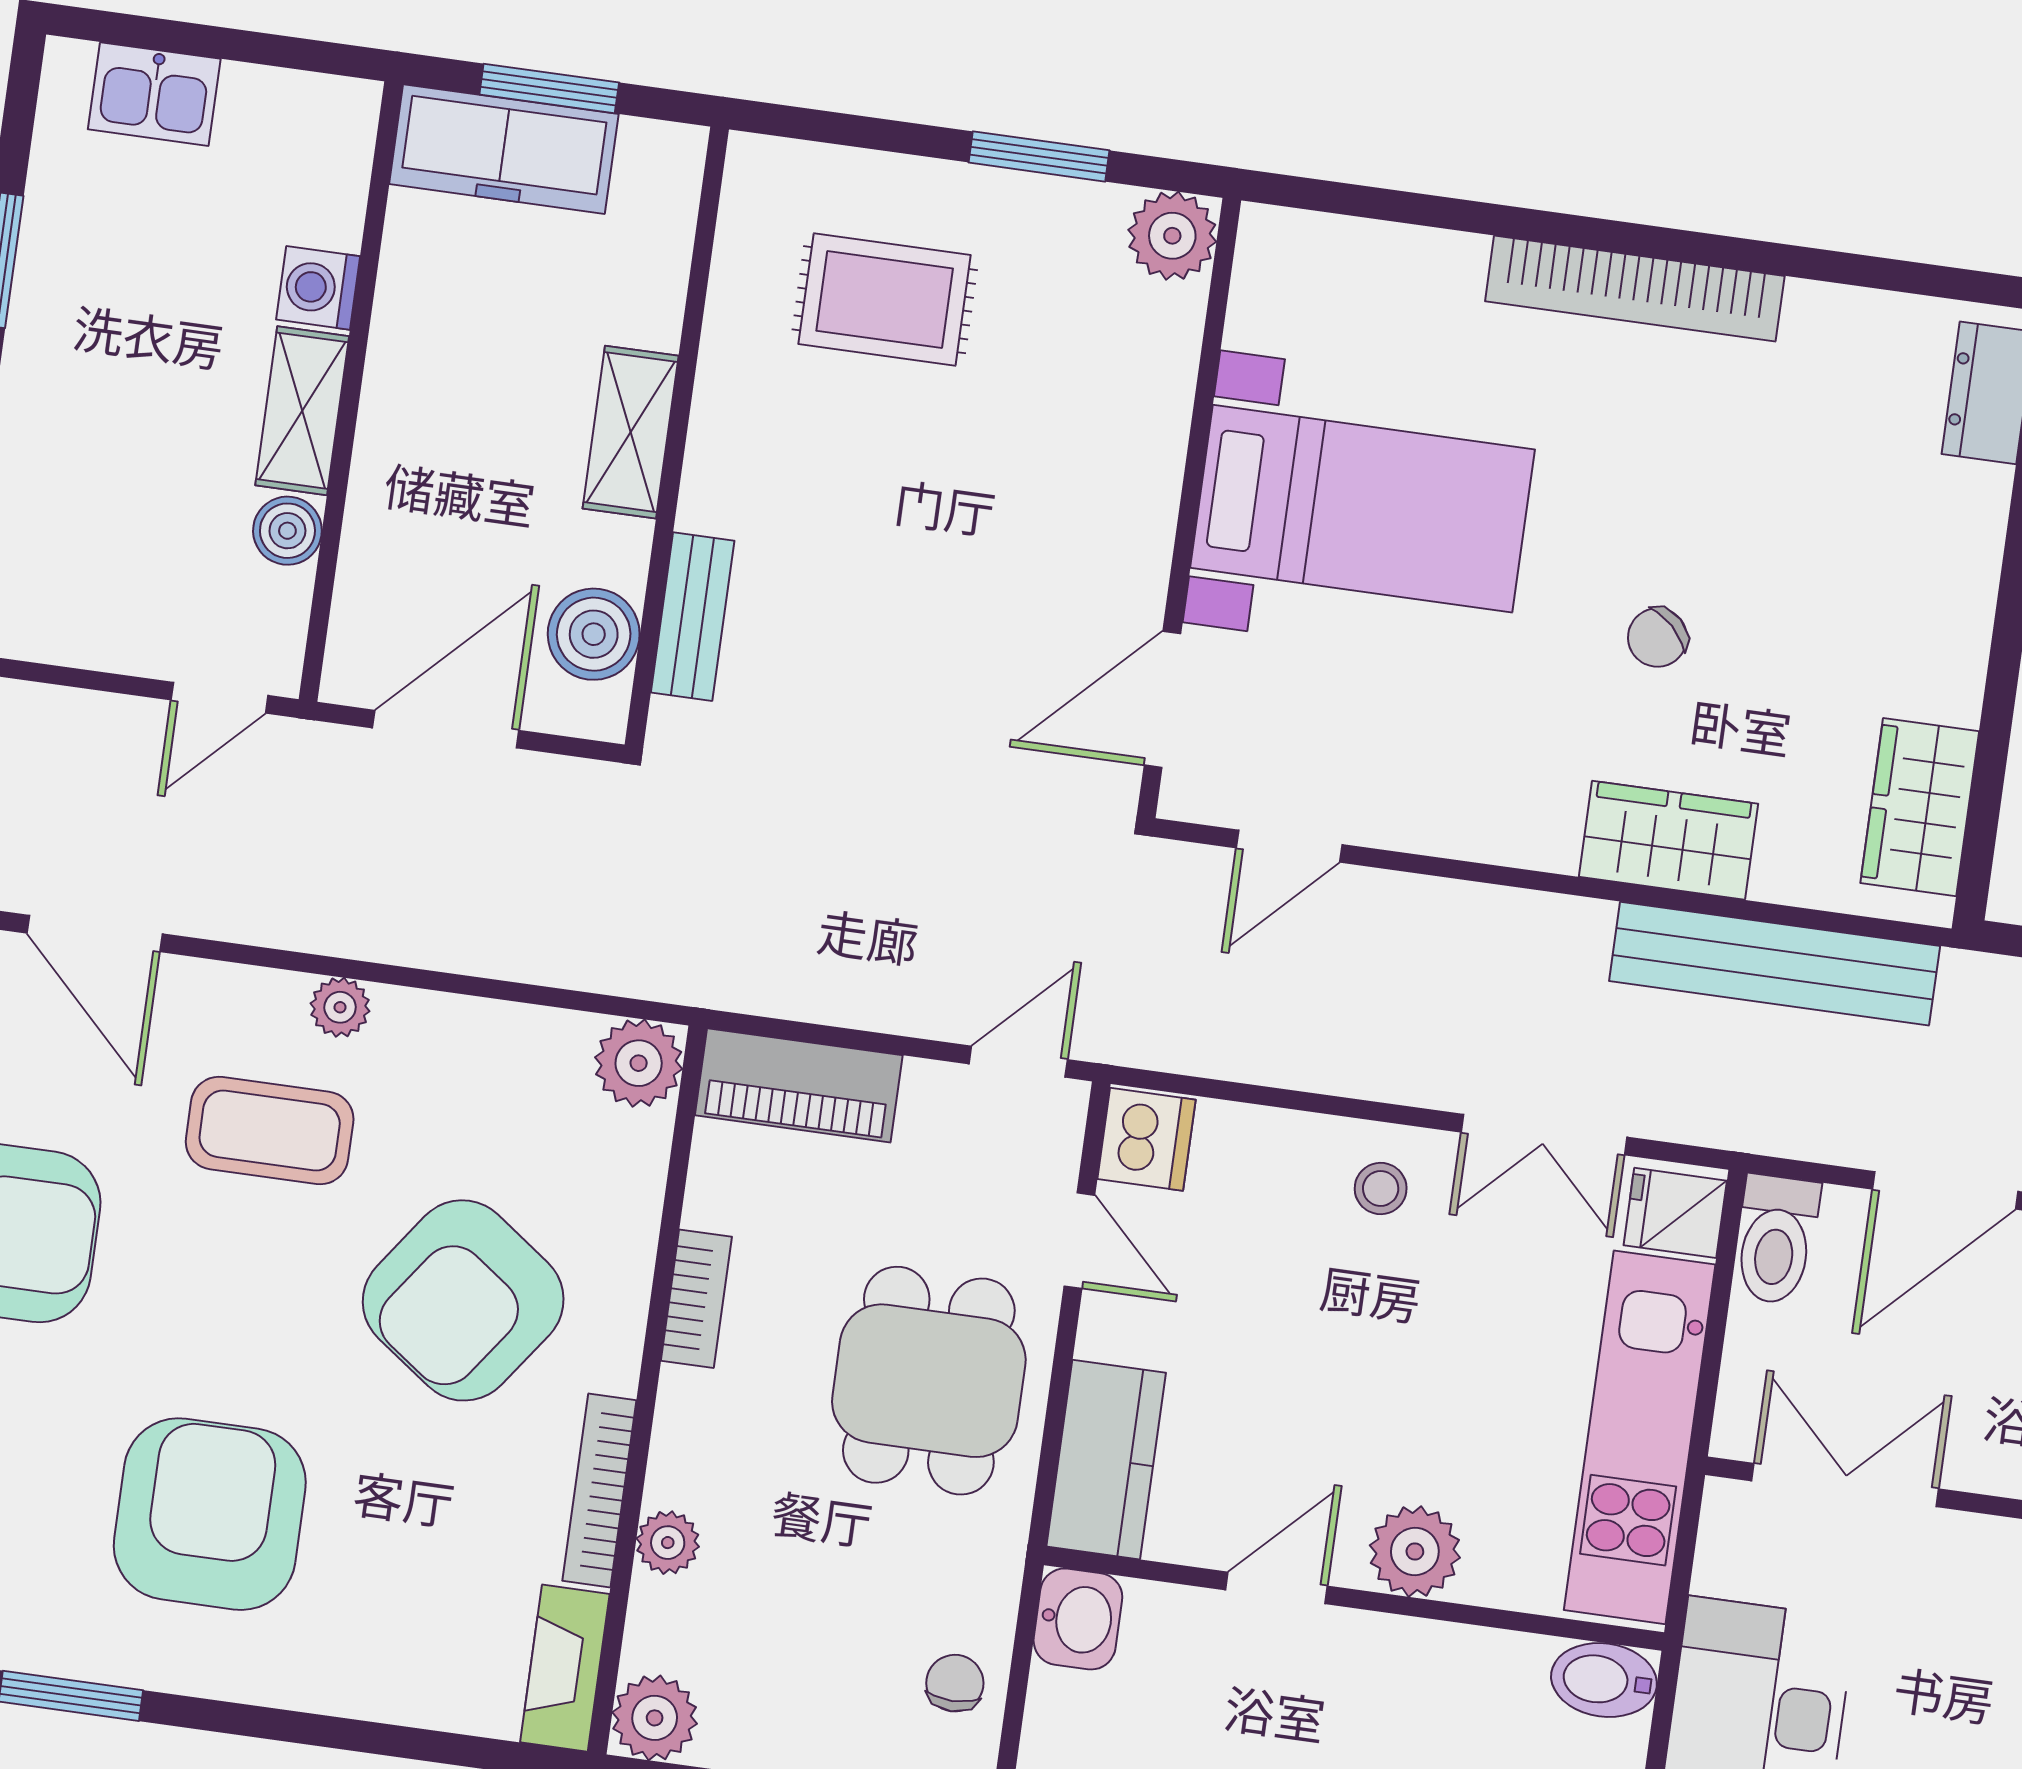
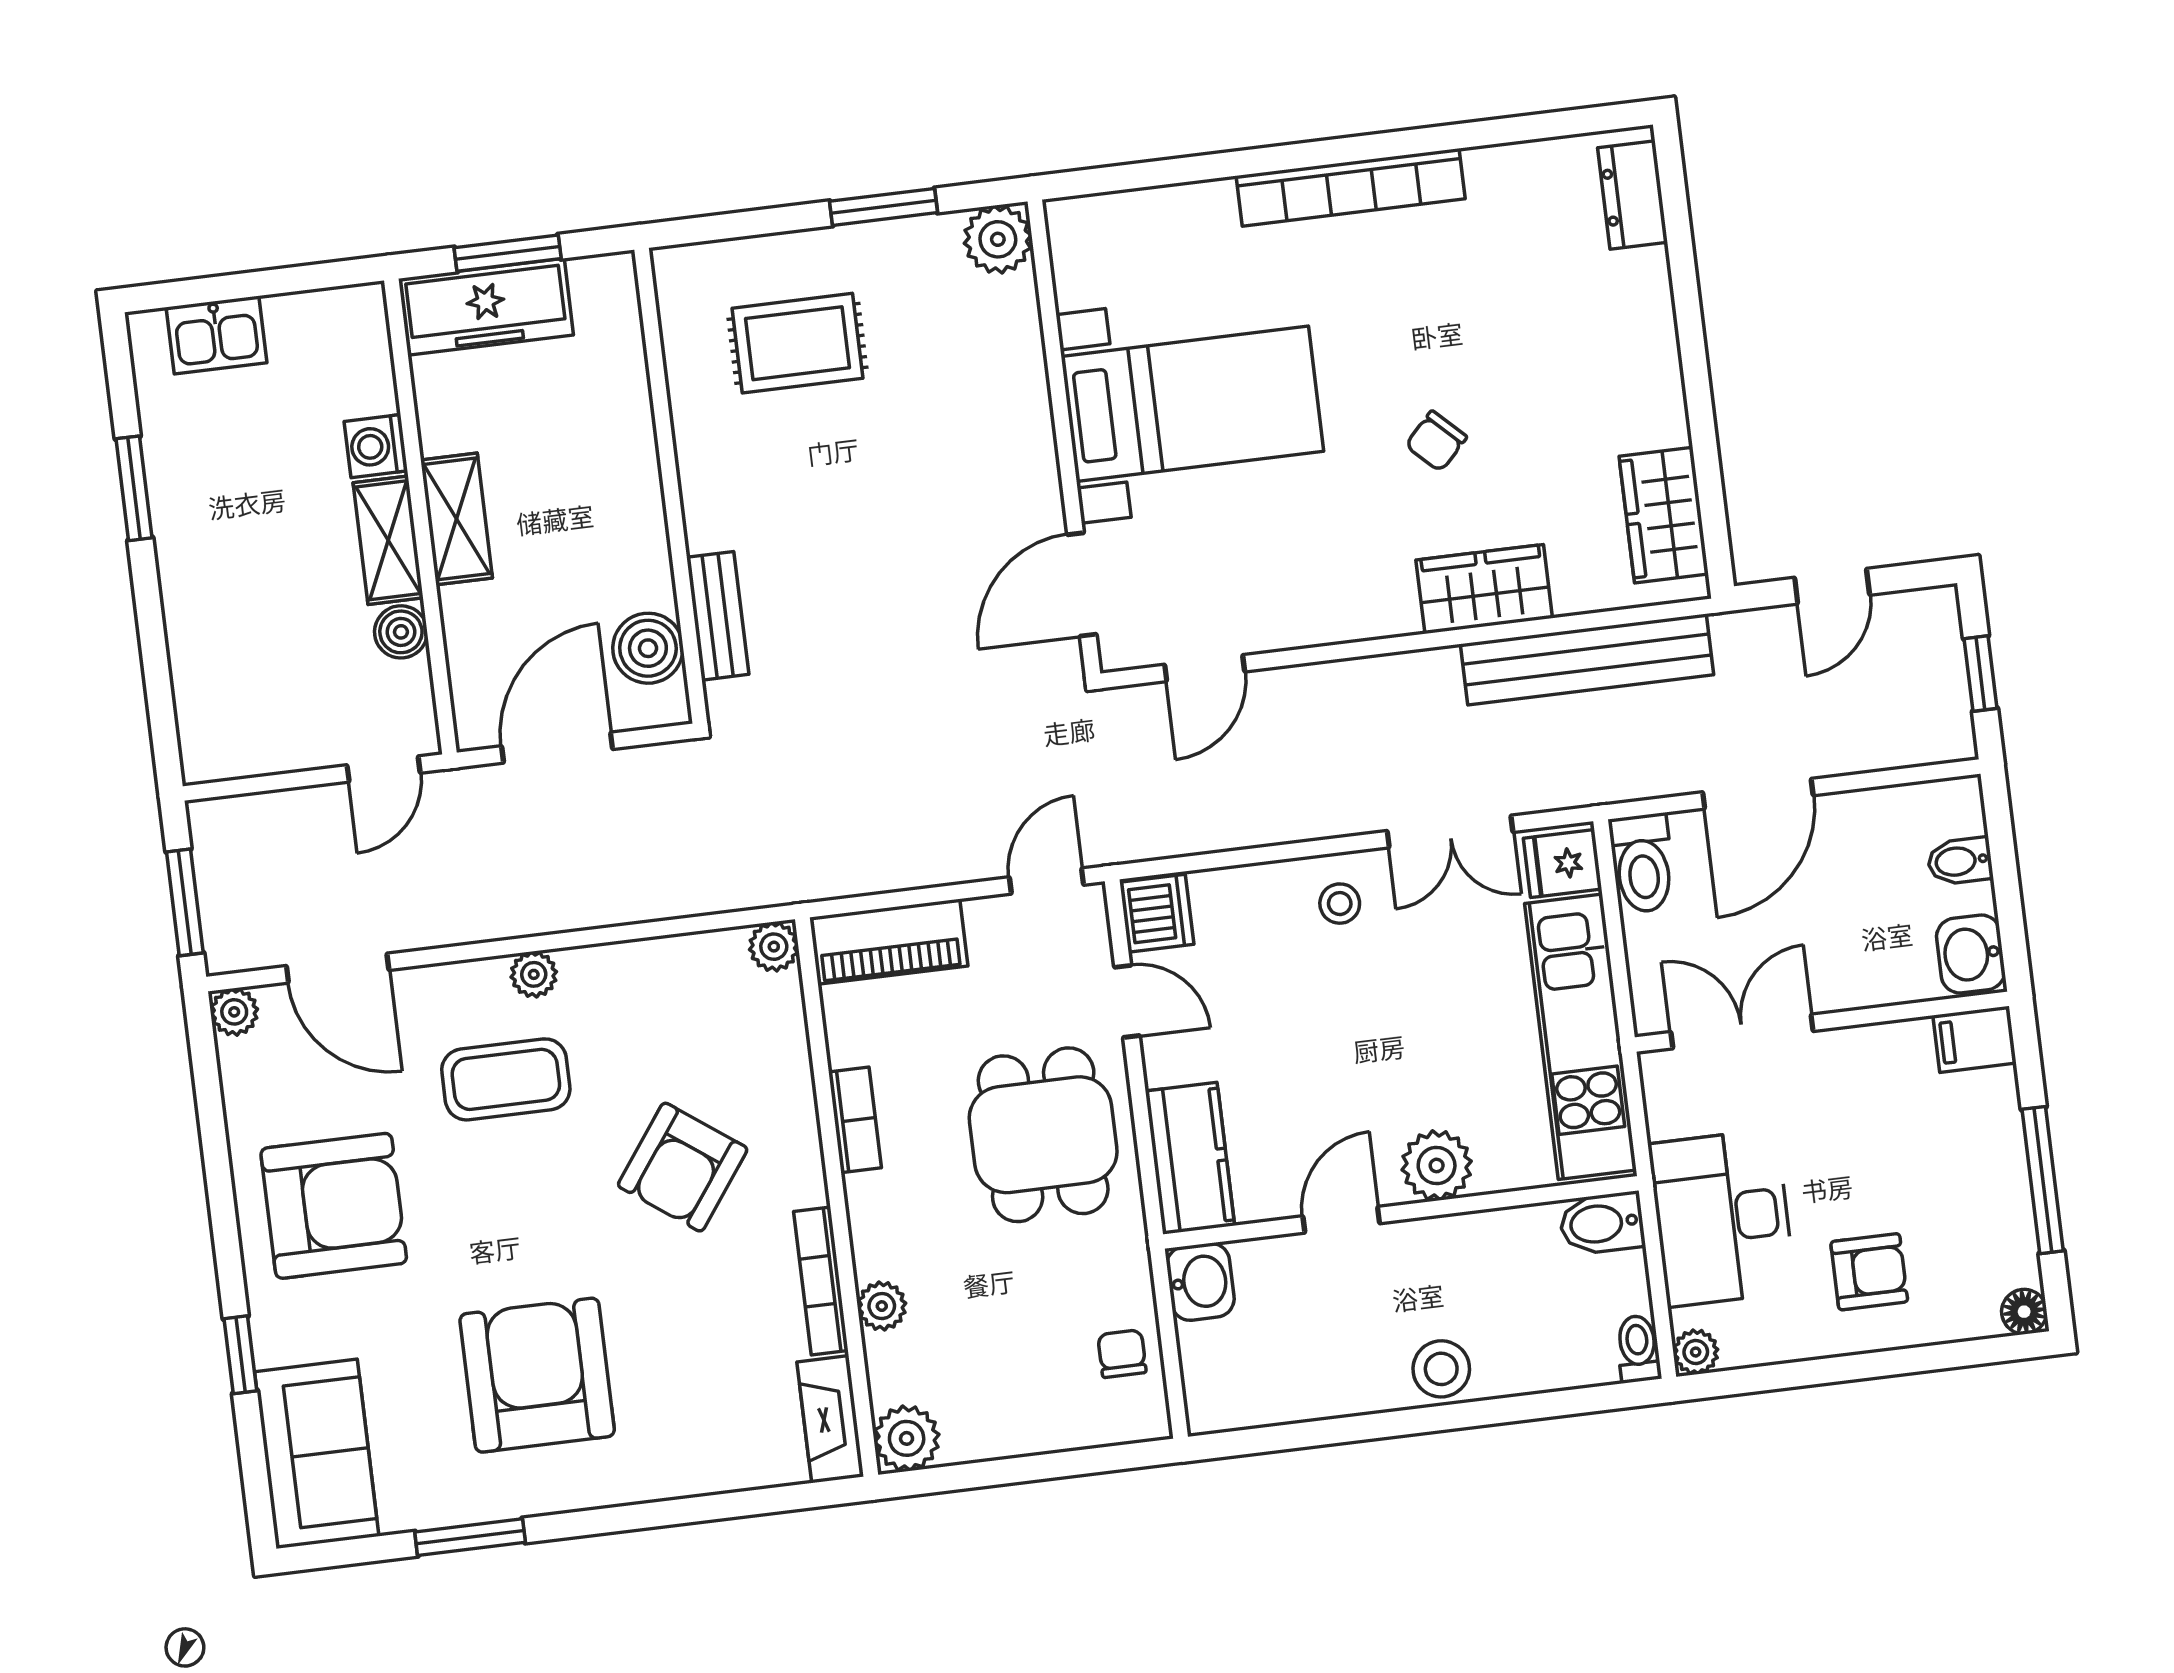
shelving: (631, 432) -> (457, 519), moved
plant: (639, 1063) -> (774, 947), width x0.73, depth x0.73
armchair: (463, 1300) -> (683, 1167), width x0.73, depth x0.73

